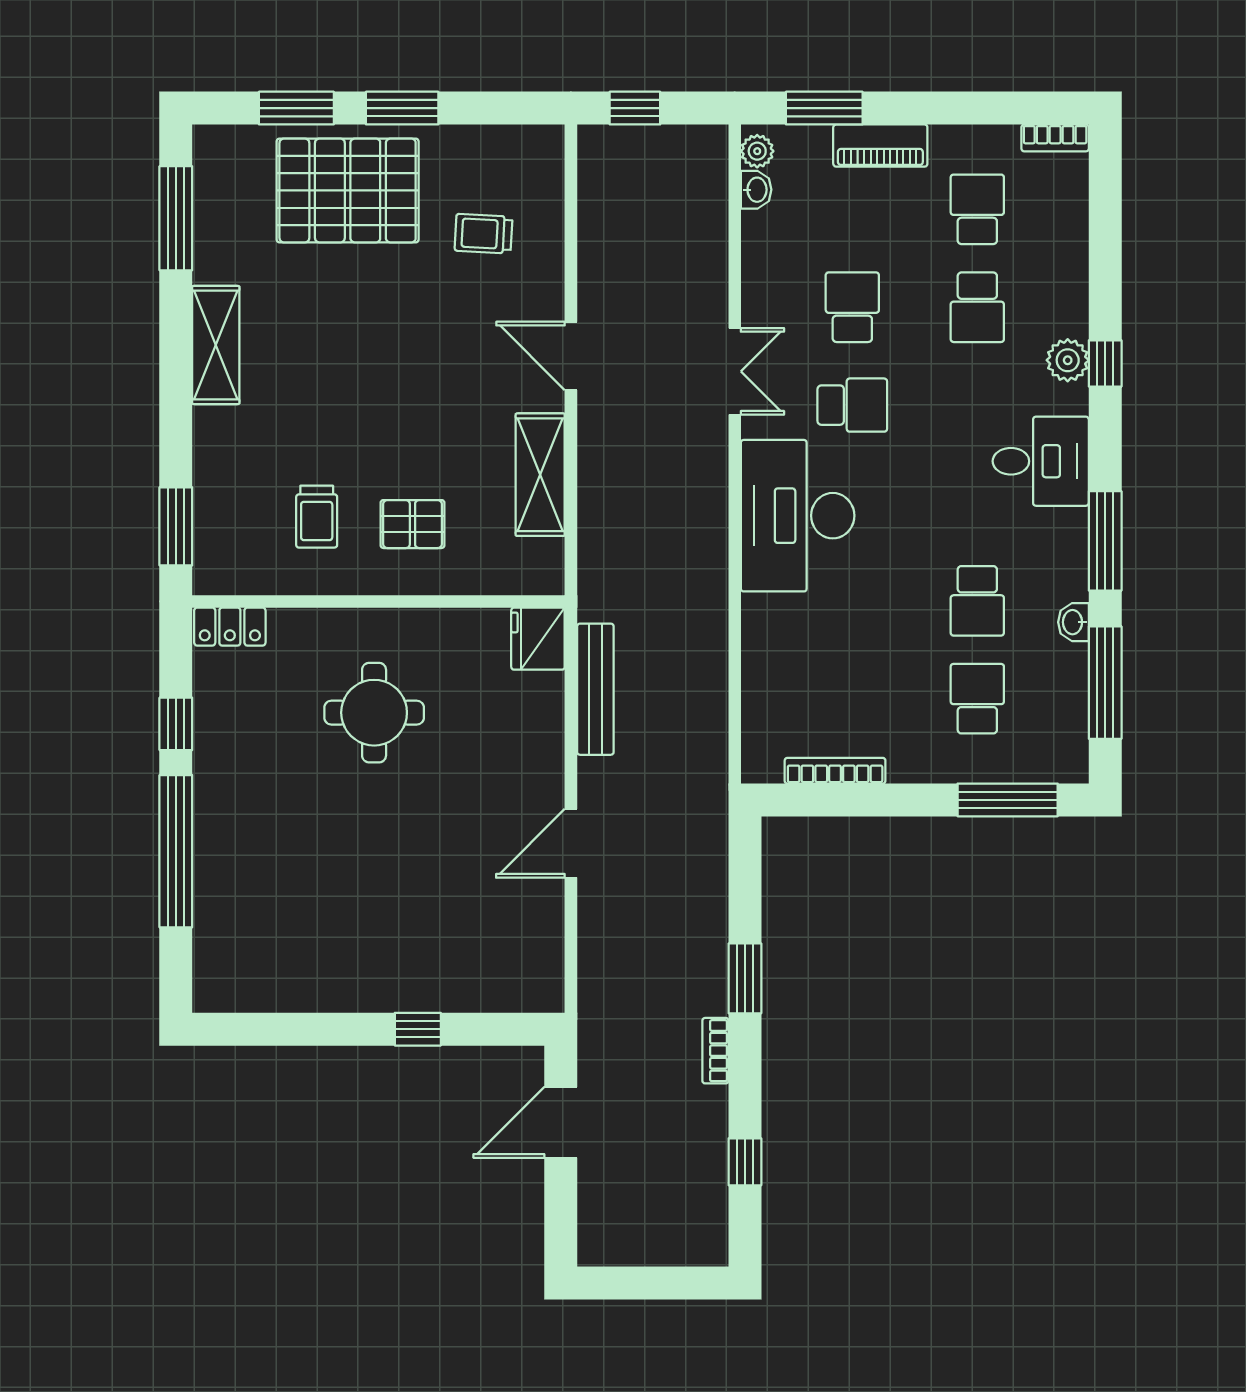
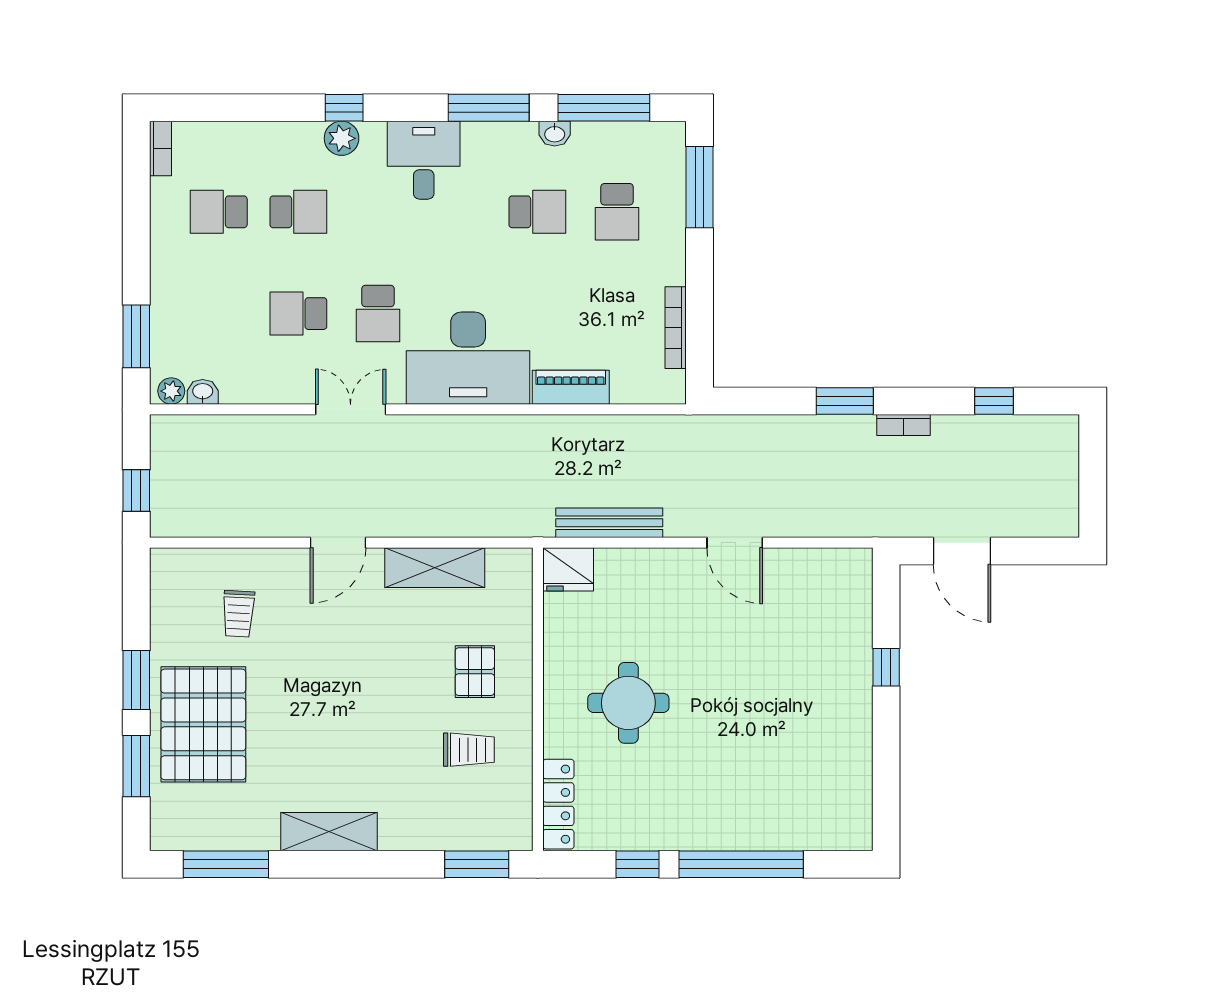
piano: (880, 146) -> (571, 387), moved, turned -90
school desk: (852, 405) -> (378, 314), turned 180
locker: (230, 627) -> (558, 804), width x1.53
school desk: (977, 699) -> (617, 212), turned -90

